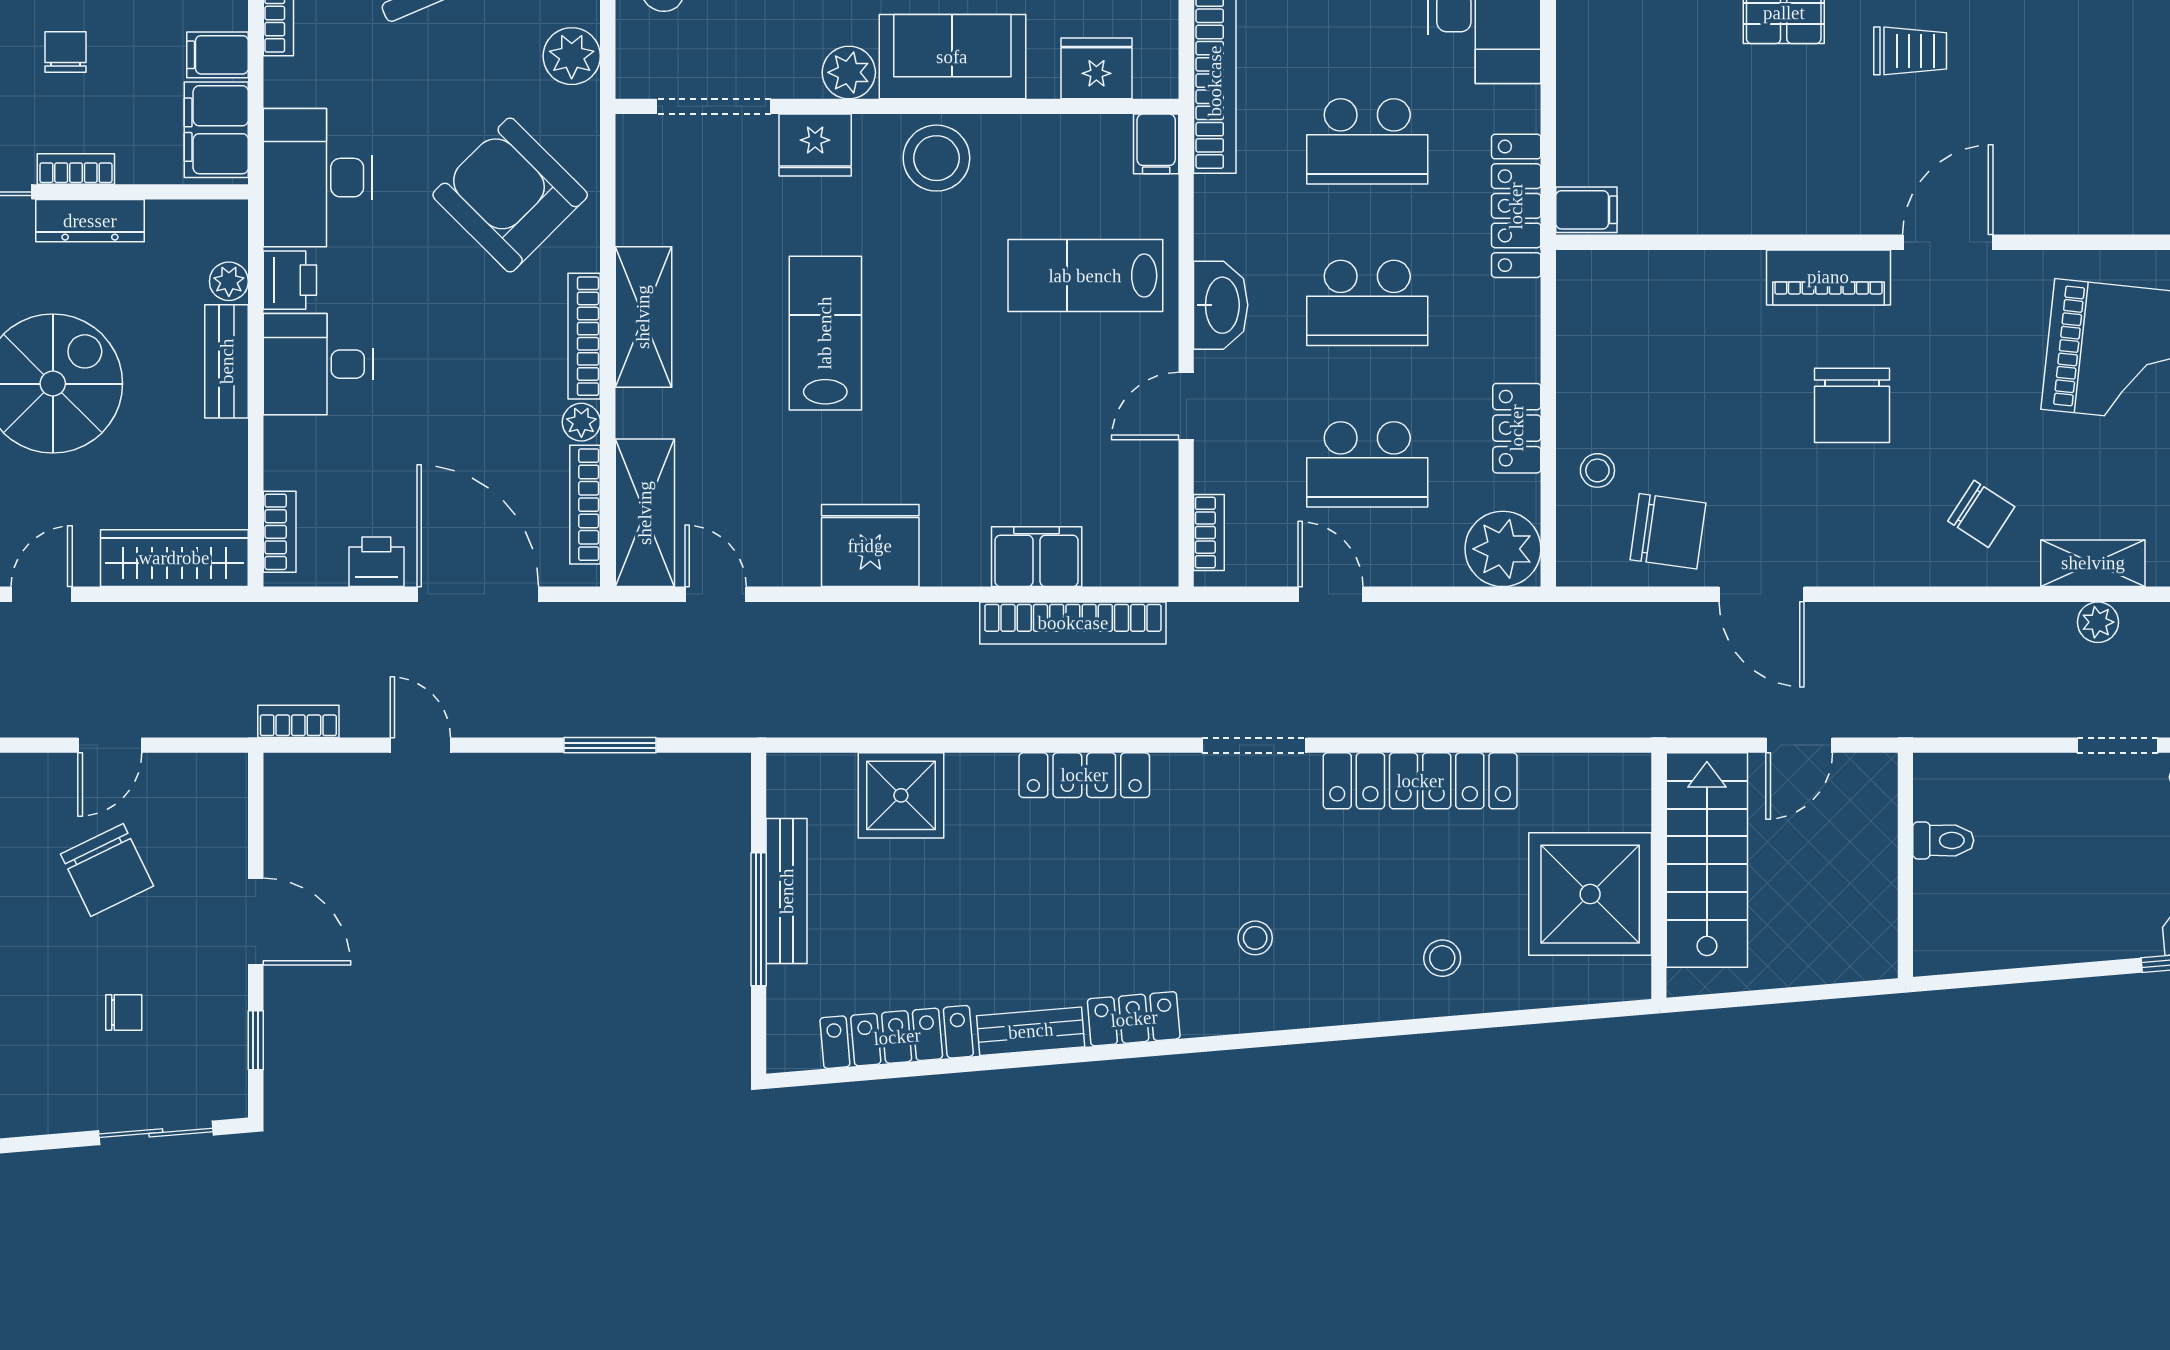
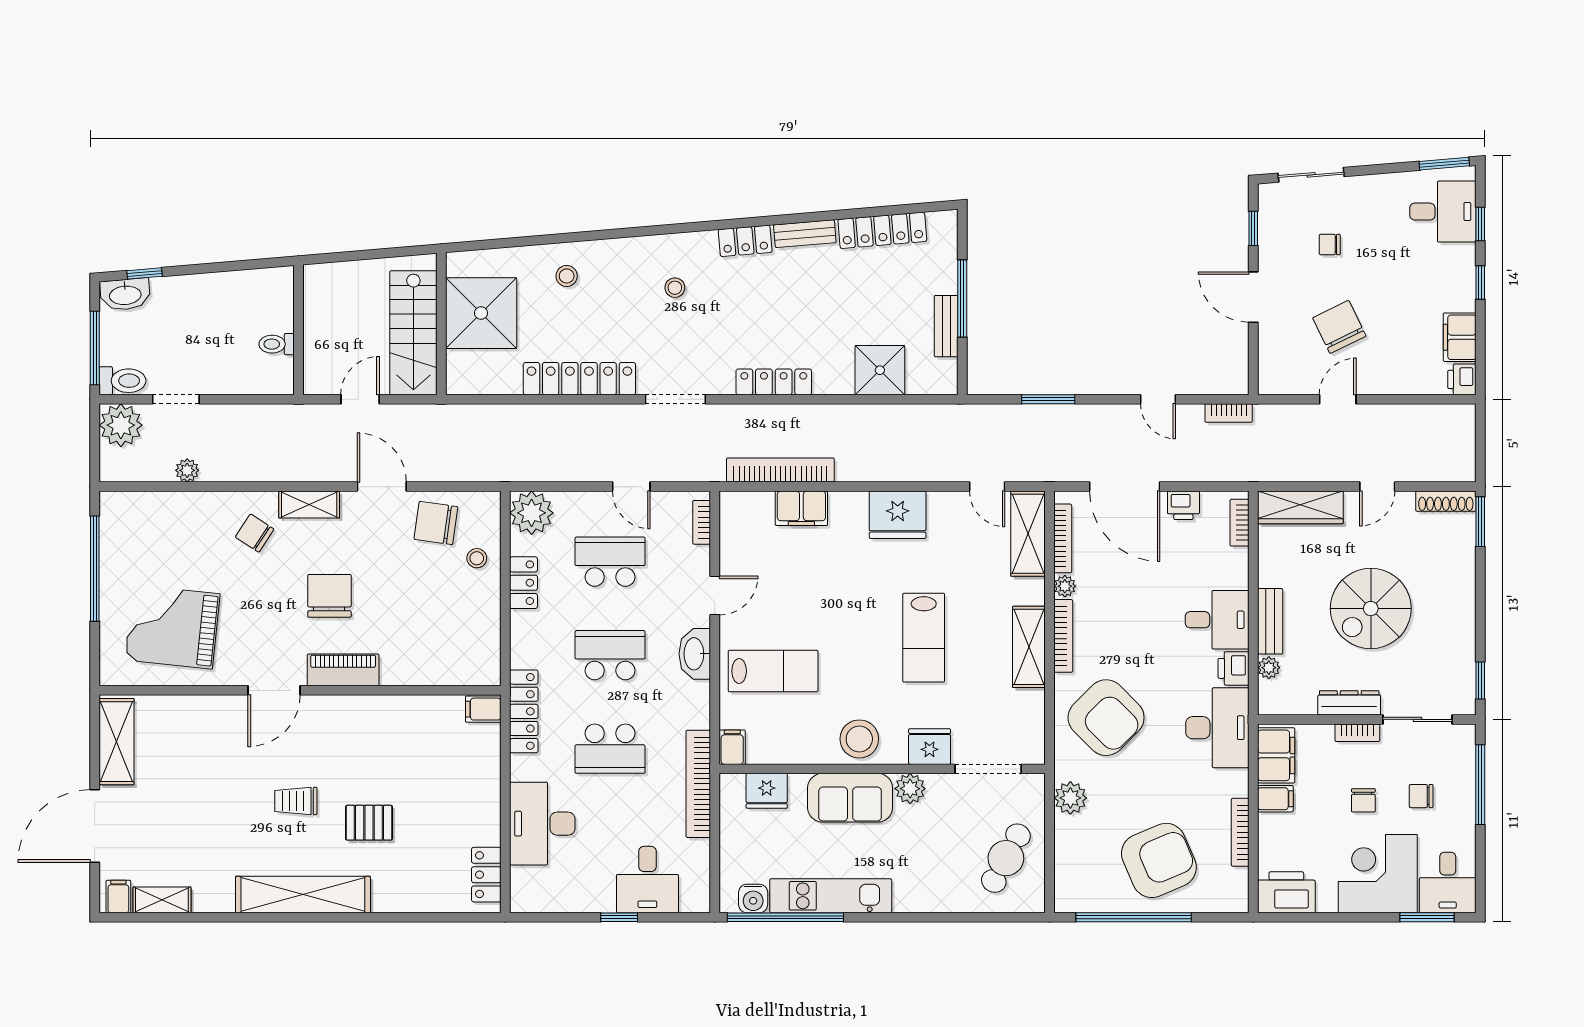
school desk: (1367, 141) -> (610, 749), turned 180
shelving: (2093, 563) -> (309, 504), moved
bench: (787, 891) -> (946, 326), width x0.73

